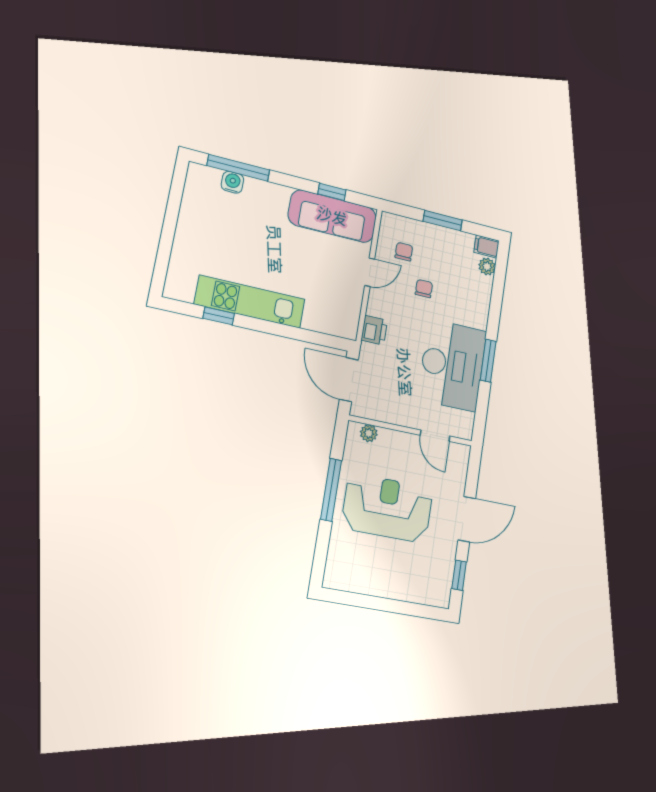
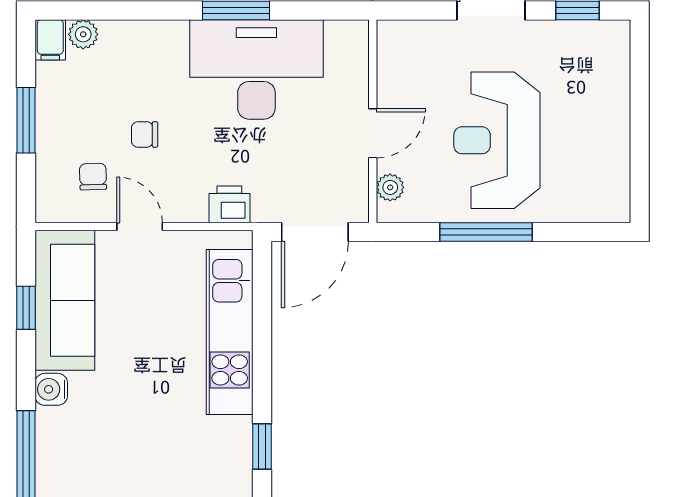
water cooler: (232, 182) -> (51, 389), moved
chair: (404, 252) -> (93, 177), turned 88
kitchen unit: (250, 302) -> (230, 332), moved
door: (435, 436) -> (373, 133), moved

